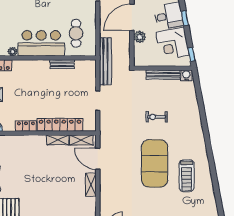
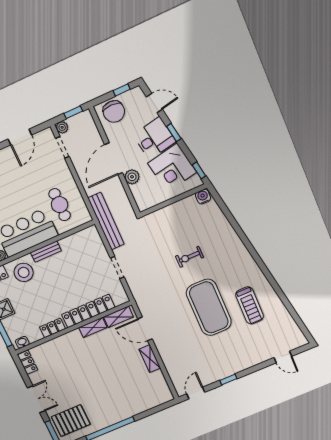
bench: (62, 64) -> (46, 252), moved
stool: (24, 73) -> (24, 272), added
bench: (163, 75) -> (177, 207), removed

